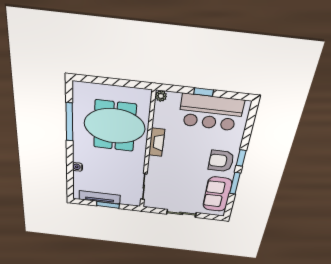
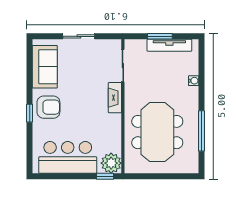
window: (204, 92) -> (105, 176), moved
plant: (161, 96) -> (111, 163), width x1.87, depth x1.87
meeting table: (115, 126) -> (157, 132), turned 90
fireplace: (157, 142) -> (115, 98), moved
window: (235, 183) -> (30, 83), removed

